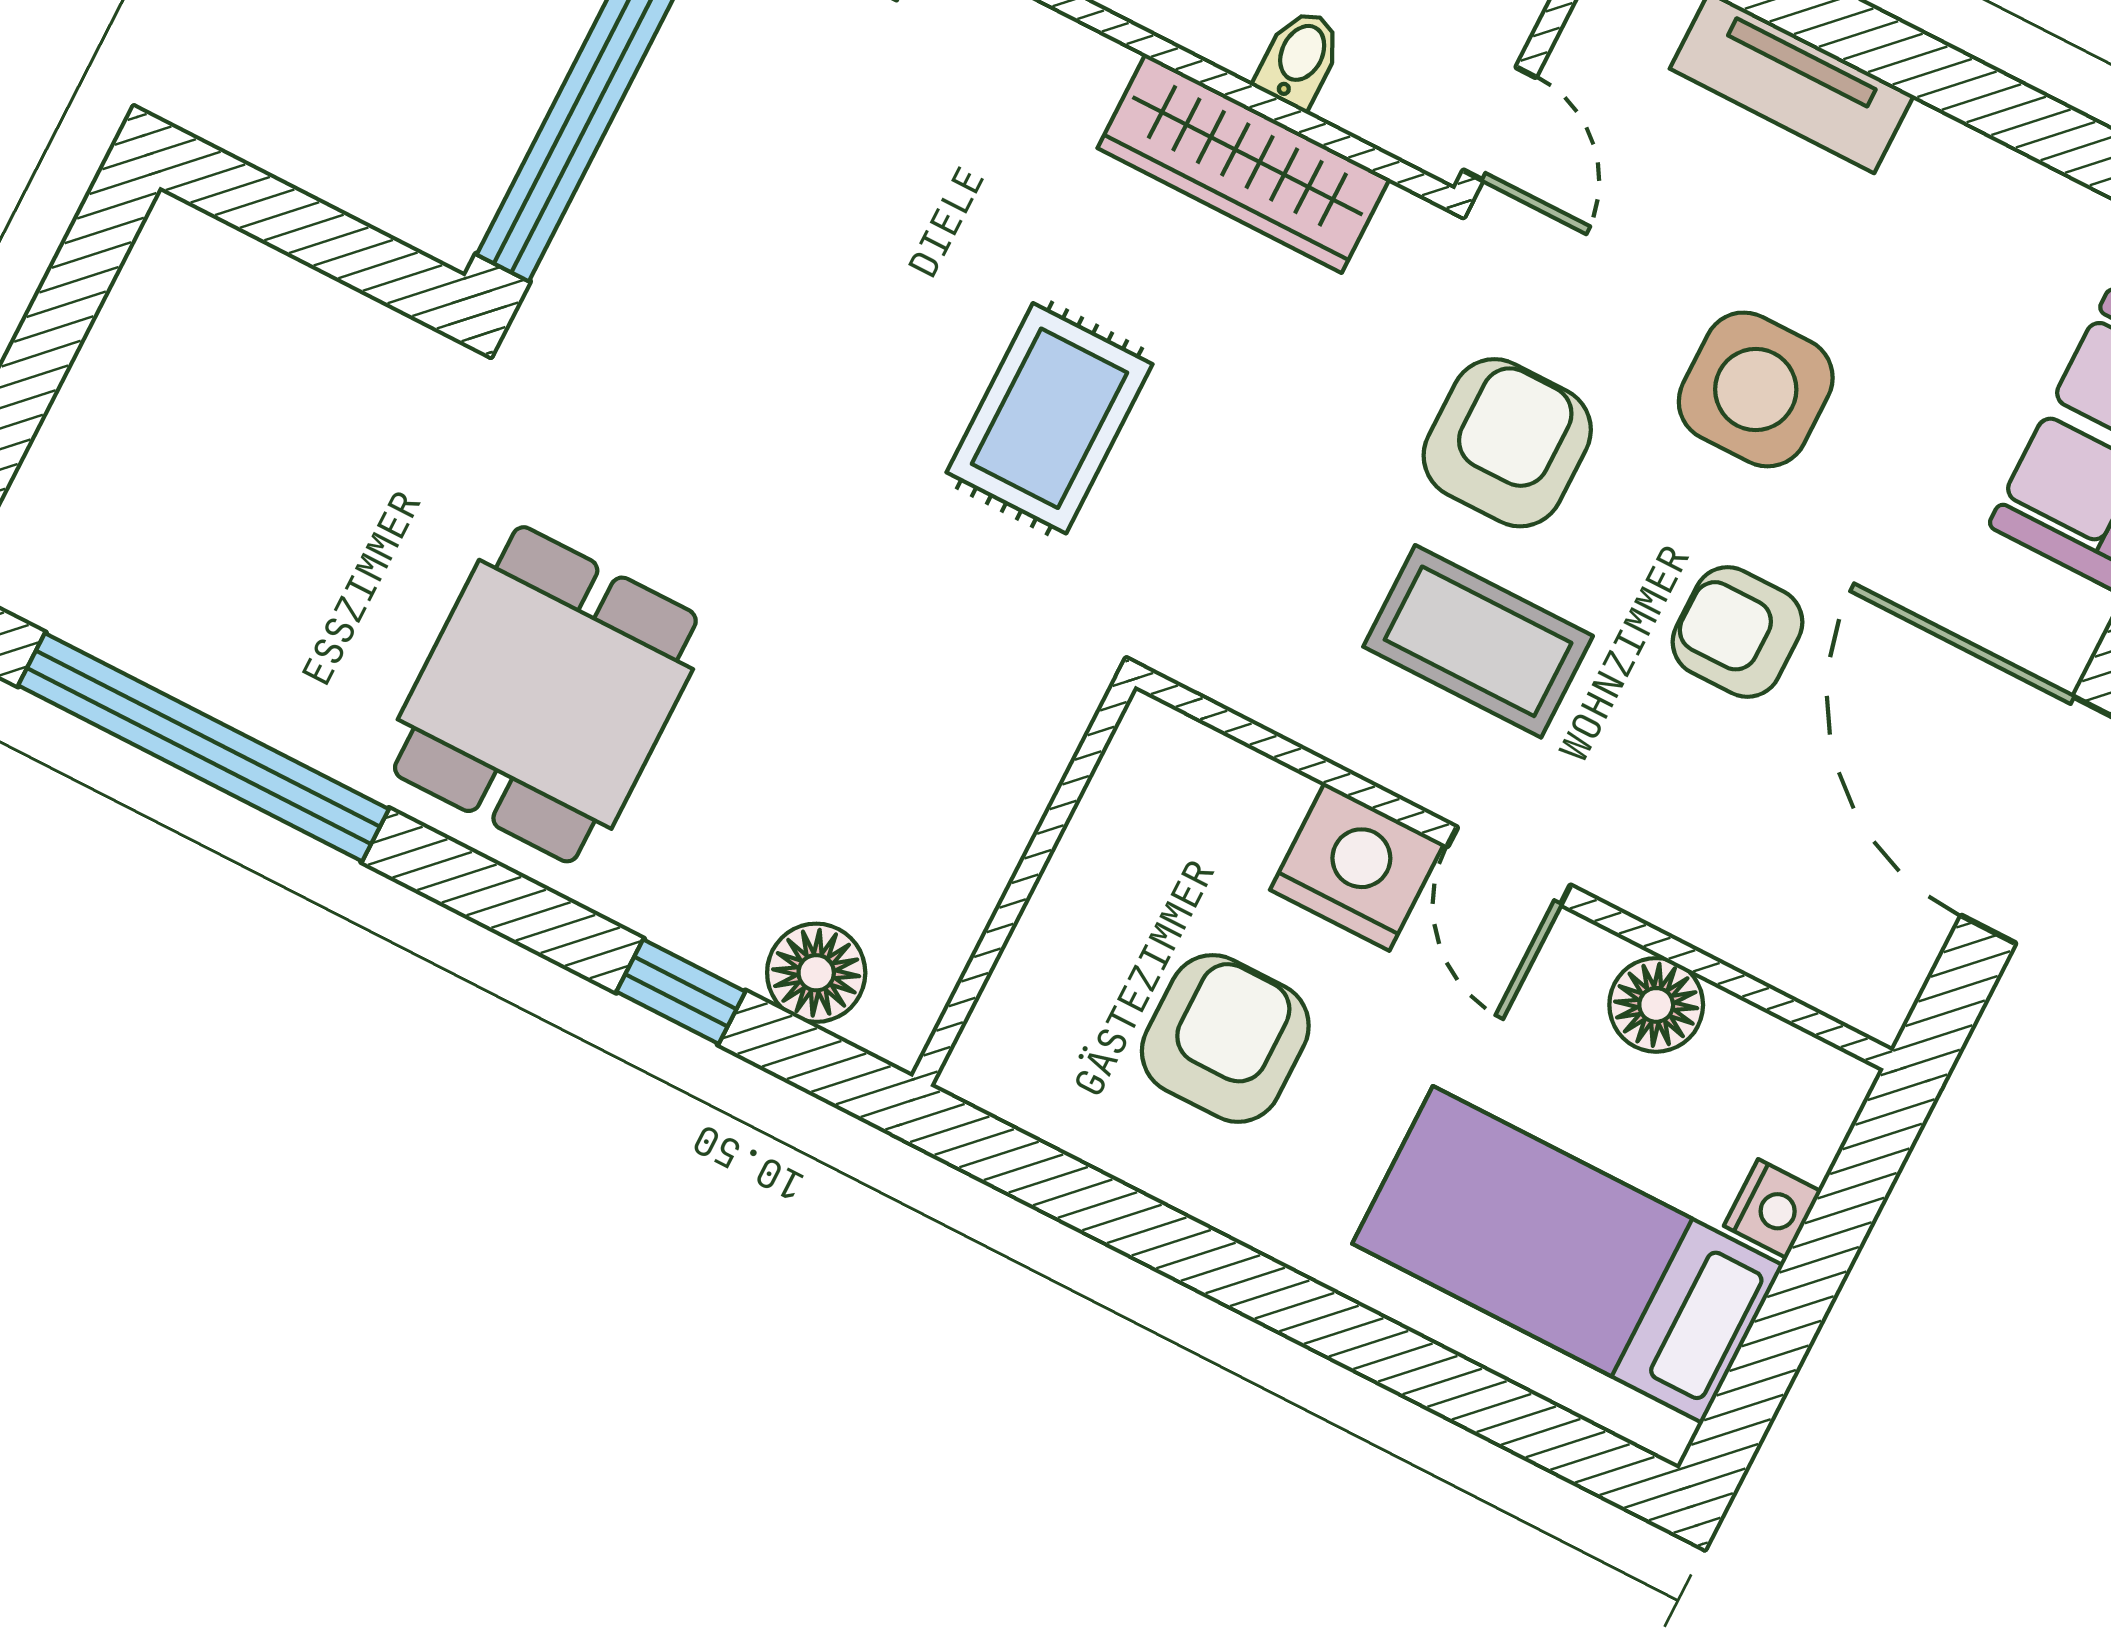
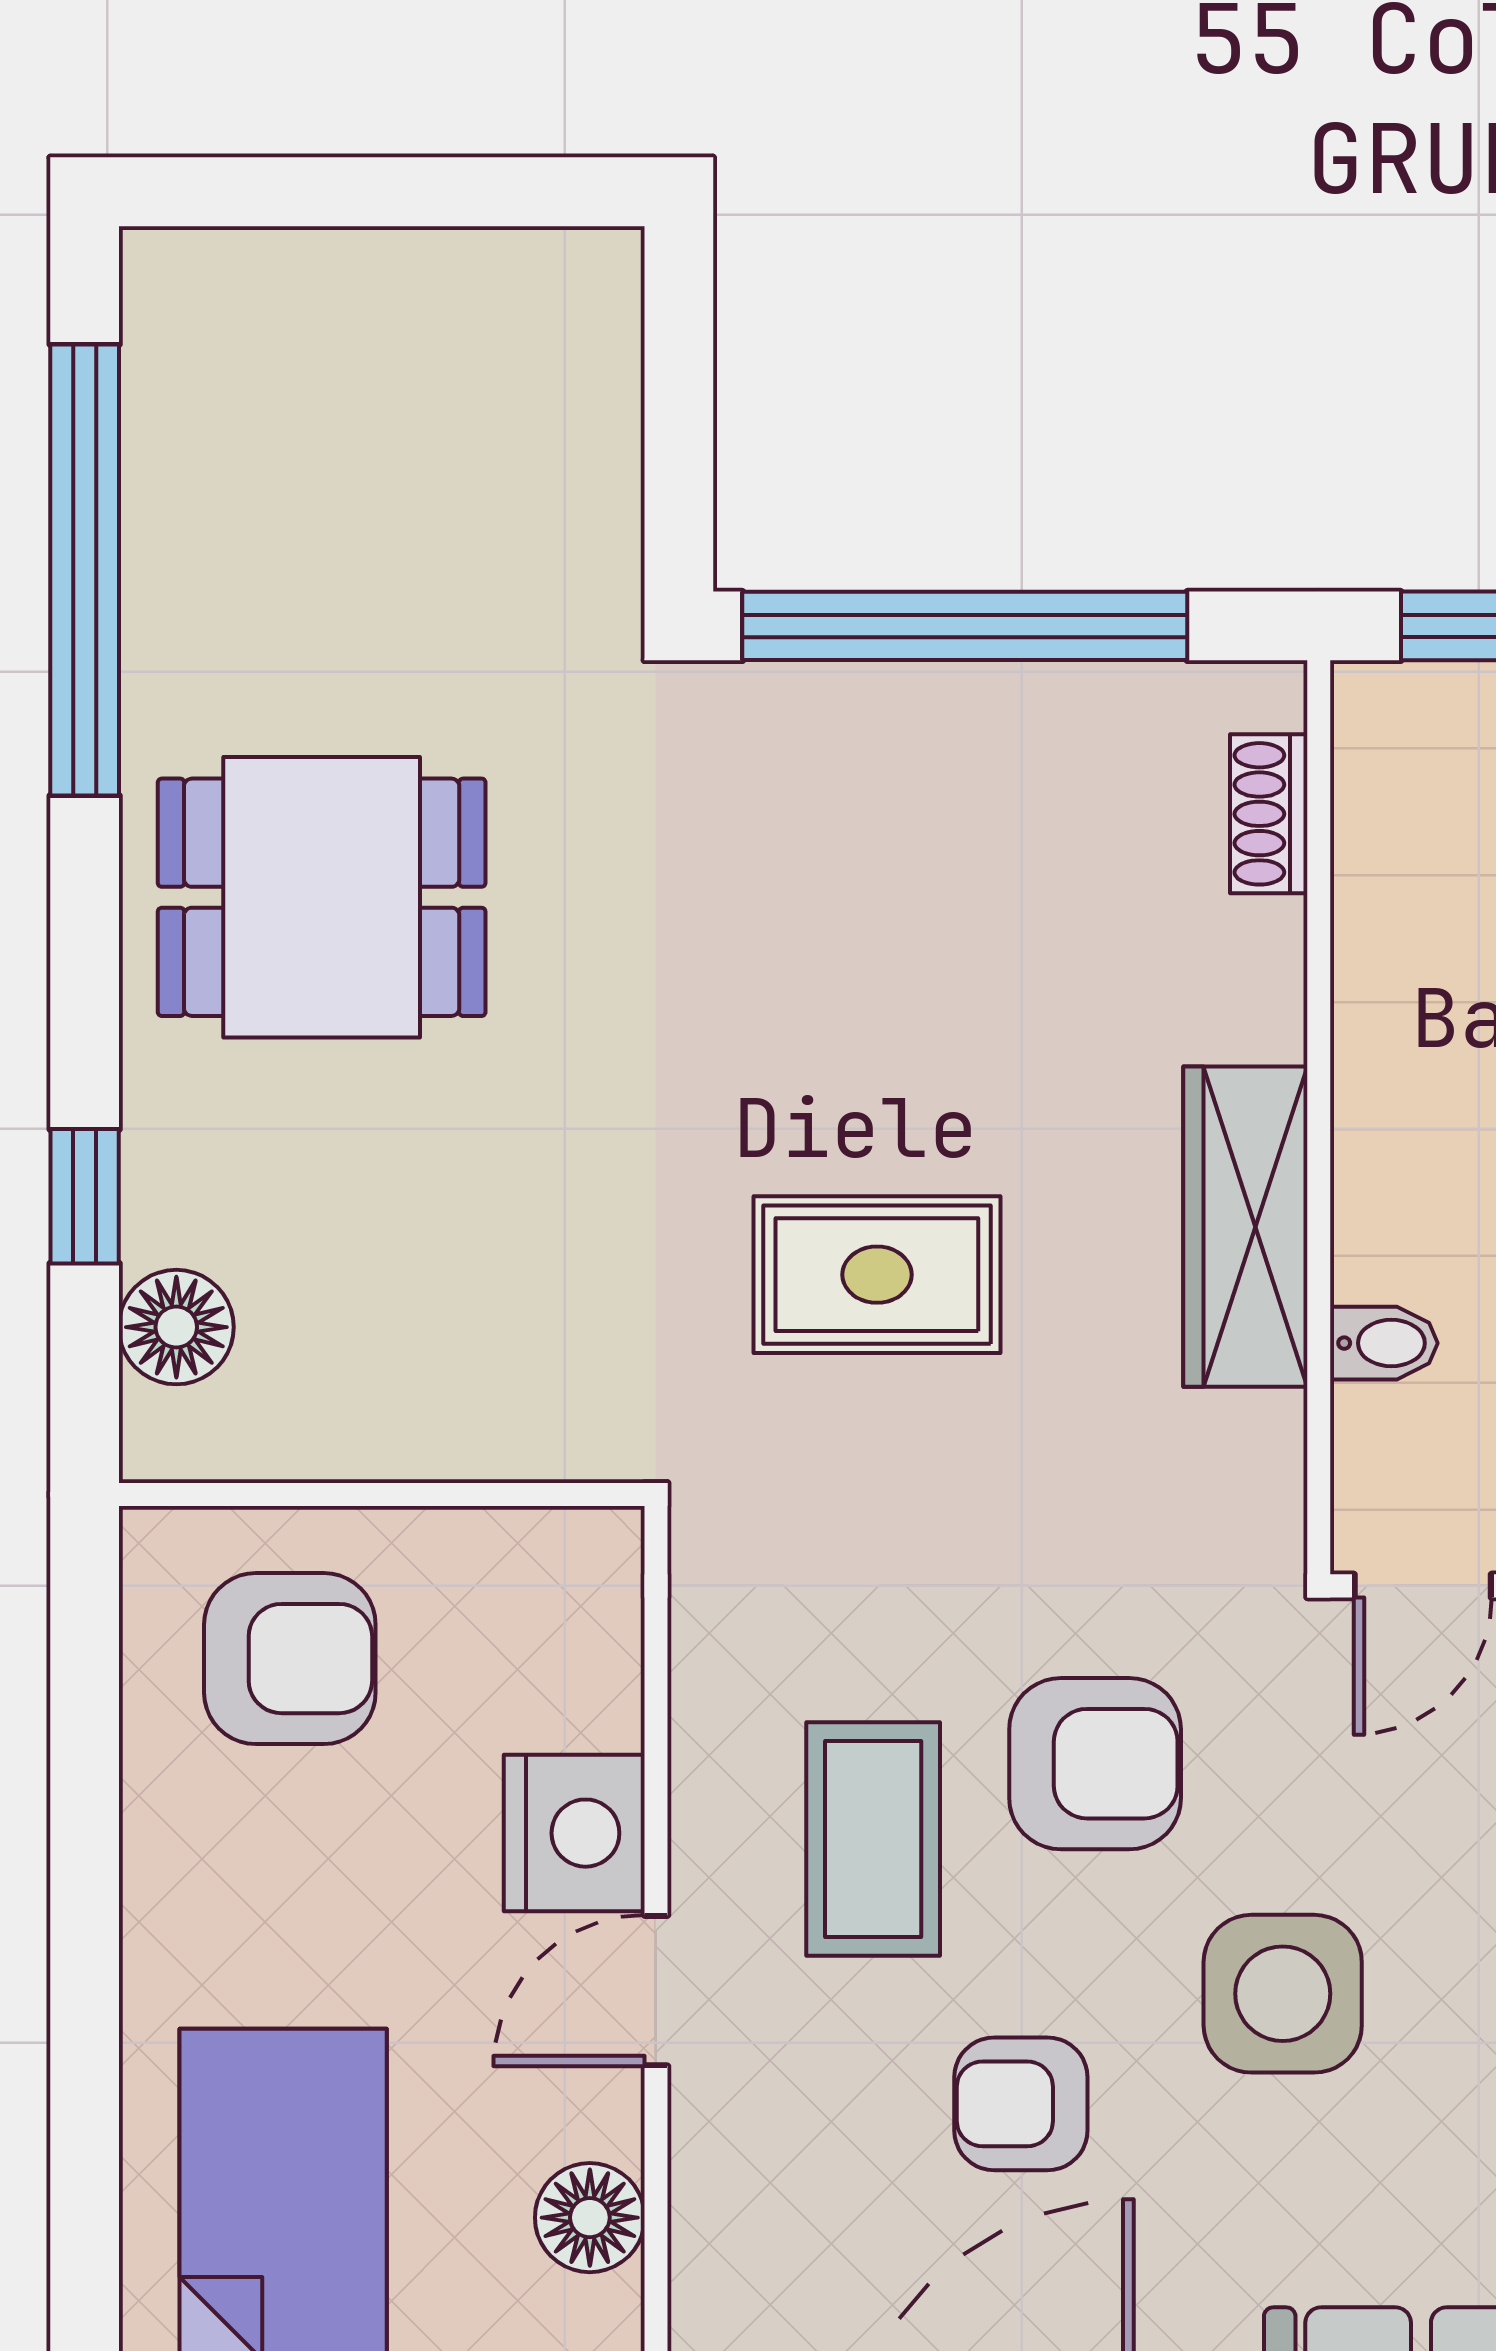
wardrobe: (1244, 163) -> (1245, 1227), moved
armchair: (1738, 632) -> (1021, 2104), turned -90
armchair: (1225, 1038) -> (290, 1659), moved

